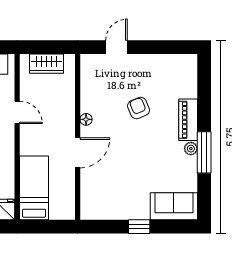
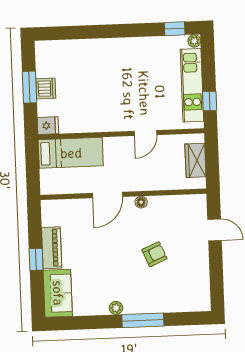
piano: (188, 120) -> (52, 248), moved, turned 90
window: (204, 152) -> (143, 320), moved
door: (78, 153) -> (107, 195), hinge flipped

